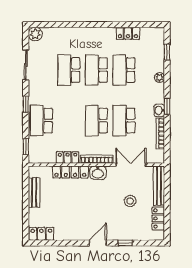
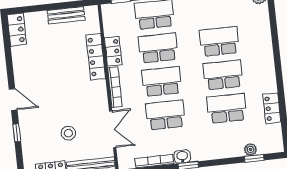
plant: (159, 78) -> (250, 149), moved
school desk: (69, 121) -> (158, 48), added
washbasin: (98, 173) -> (98, 90), removed

